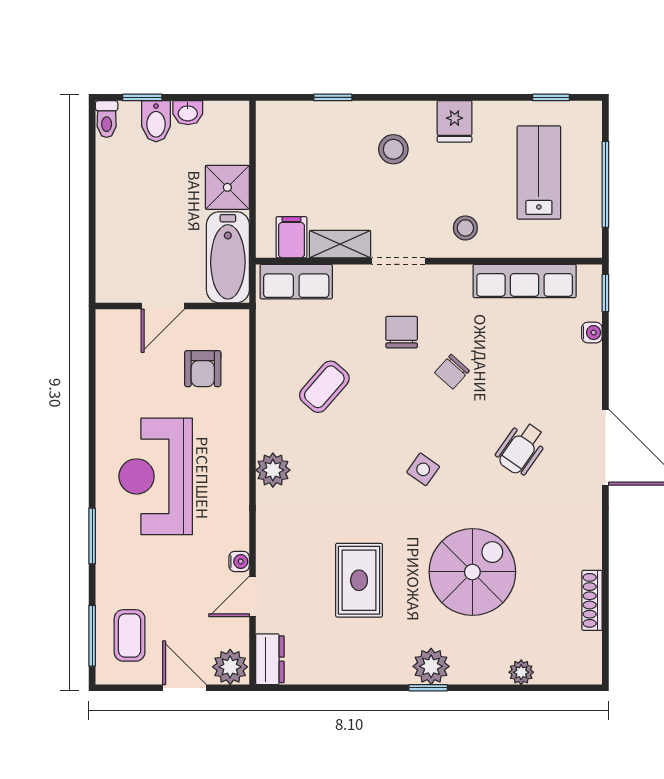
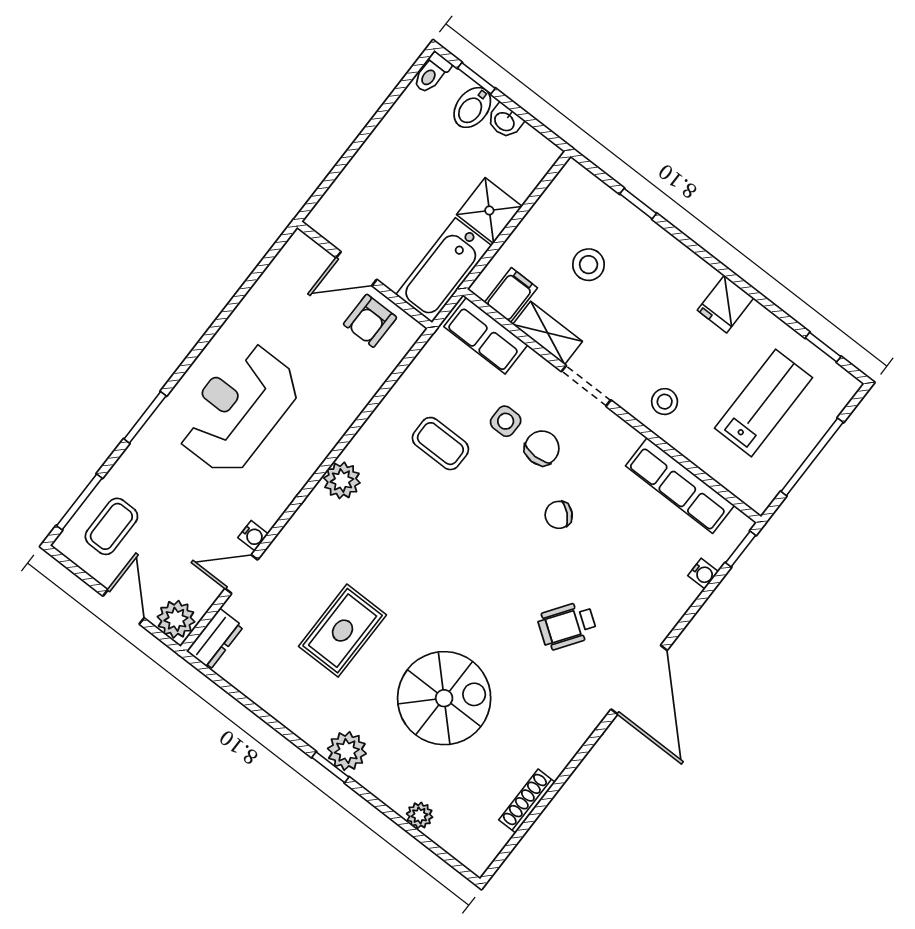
stool: (393, 149) -> (589, 265), moved
armchair: (203, 369) -> (370, 321), moved
coffee table: (324, 387) -> (440, 444), turned 49
side table: (423, 469) -> (506, 421), moved, turned -35

